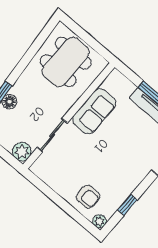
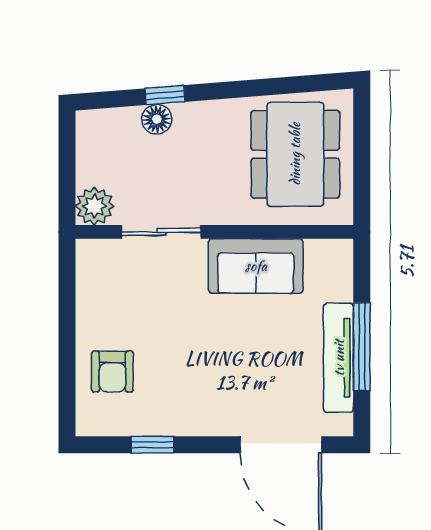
dining table: (66, 62) -> (295, 154), turned 90
plant: (99, 221) -> (89, 423), removed

